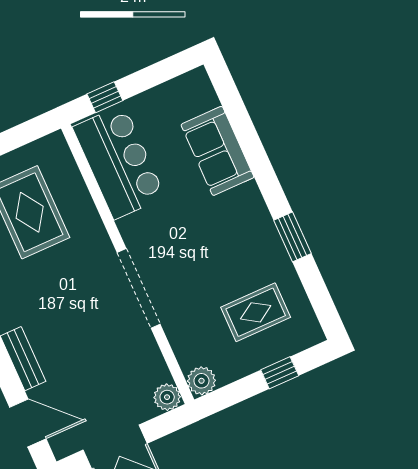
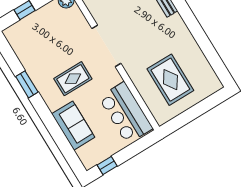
window: (105, 97) -> (107, 165), moved
rug: (256, 312) -> (73, 79), moved

